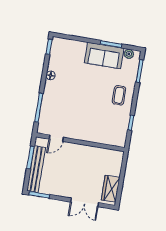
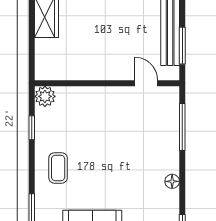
door: (56, 138) -> (146, 83), hinge flipped
plant: (120, 140) -> (45, 96), added

